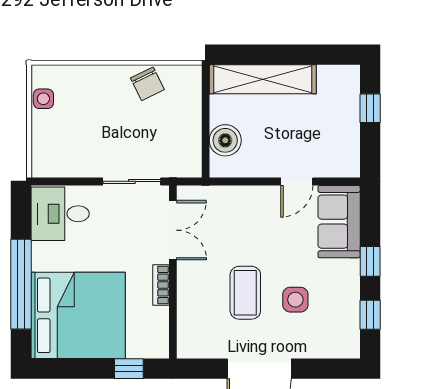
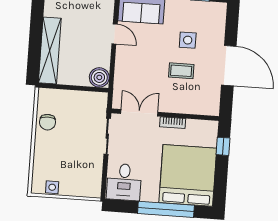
chair: (147, 84) -> (48, 122), turned 116
boiler: (225, 140) -> (99, 77), moved
coffee table: (245, 293) -> (181, 71), width x0.73, depth x0.77

